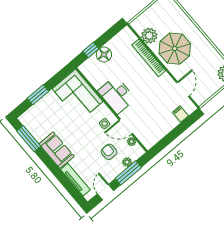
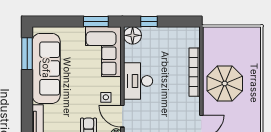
plant: (149, 36) -> (212, 53), removed
floor lamp: (104, 55) -> (133, 35), moved
window: (38, 95) -> (96, 22), moved
sofa: (57, 150) -> (46, 68), width x1.85, depth x1.27

